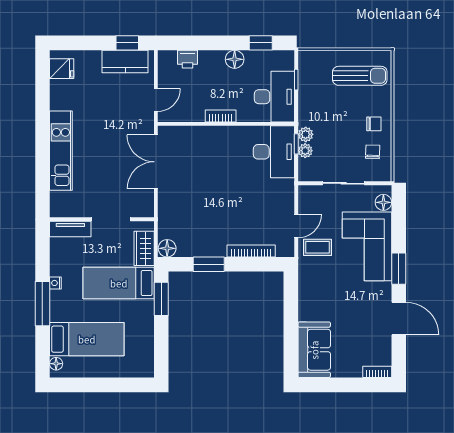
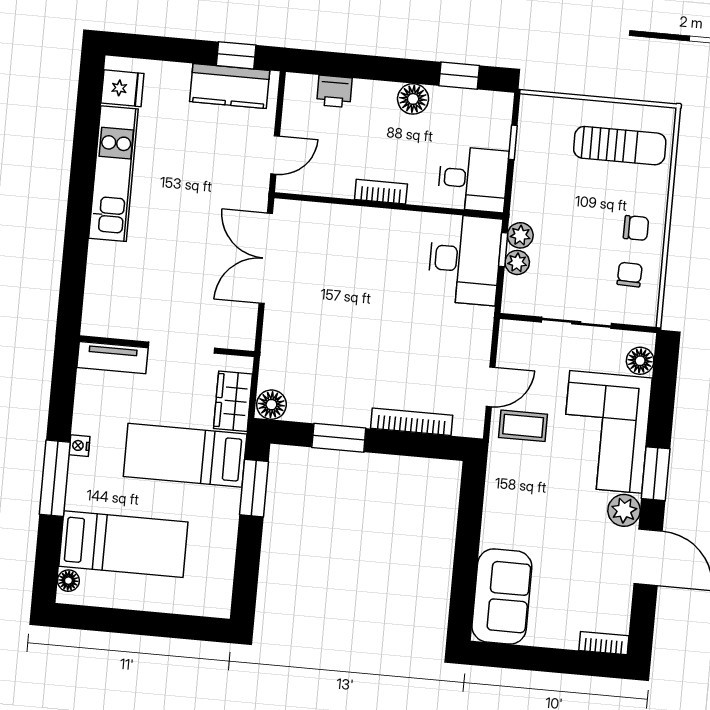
desk: (274, 97) -> (473, 179), width x0.73
kitchen unit: (61, 151) -> (113, 174), moved
plant: (382, 292) -> (624, 510), added

